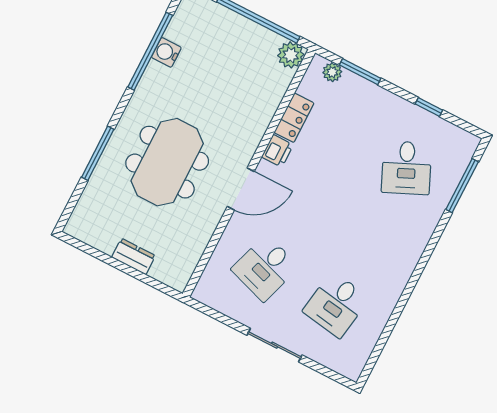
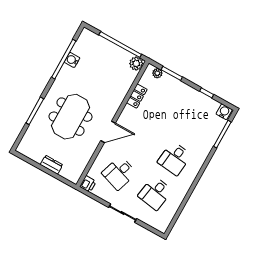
water cooler: (464, 142) -> (224, 112), added
printer: (277, 151) -> (88, 184), moved
desk: (406, 168) -> (175, 158), moved, turned 30

